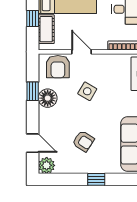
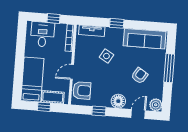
side table: (87, 91) -> (106, 56), moved
floor lamp: (48, 98) -> (118, 101), moved
window: (96, 179) -> (169, 68), width x2.17

